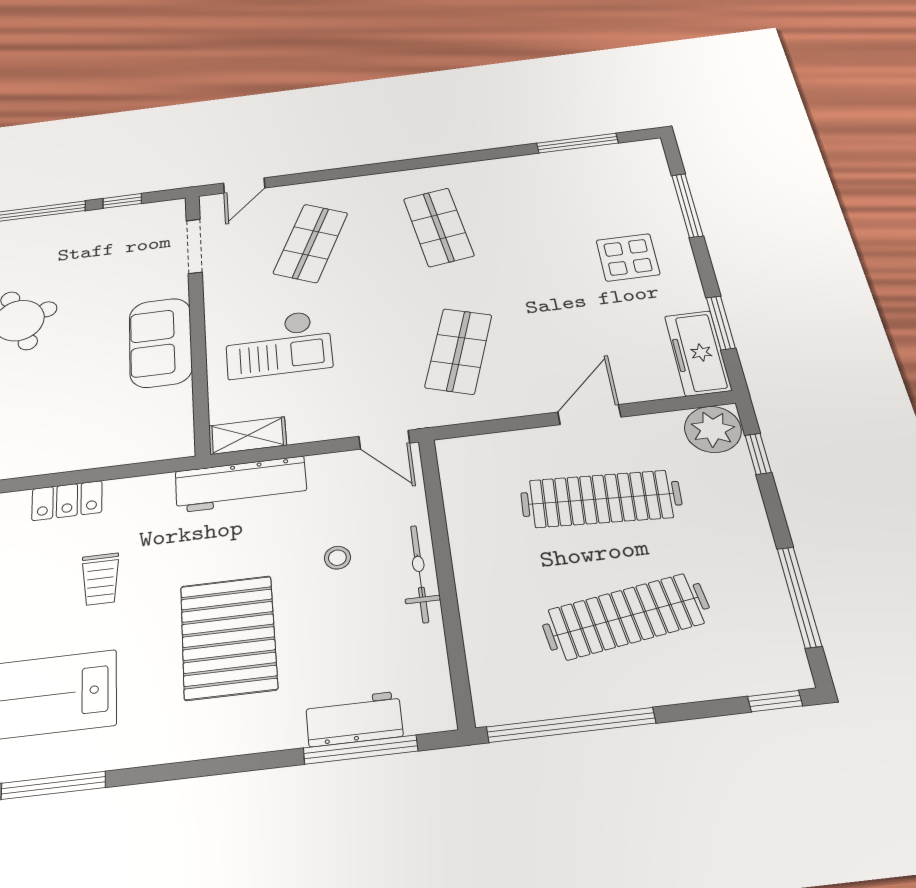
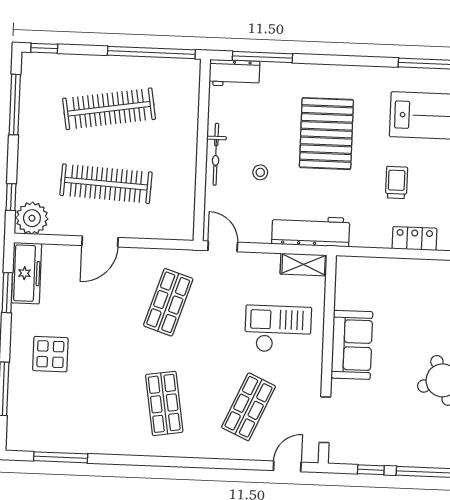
workbench: (354, 719) -> (234, 73), moved

